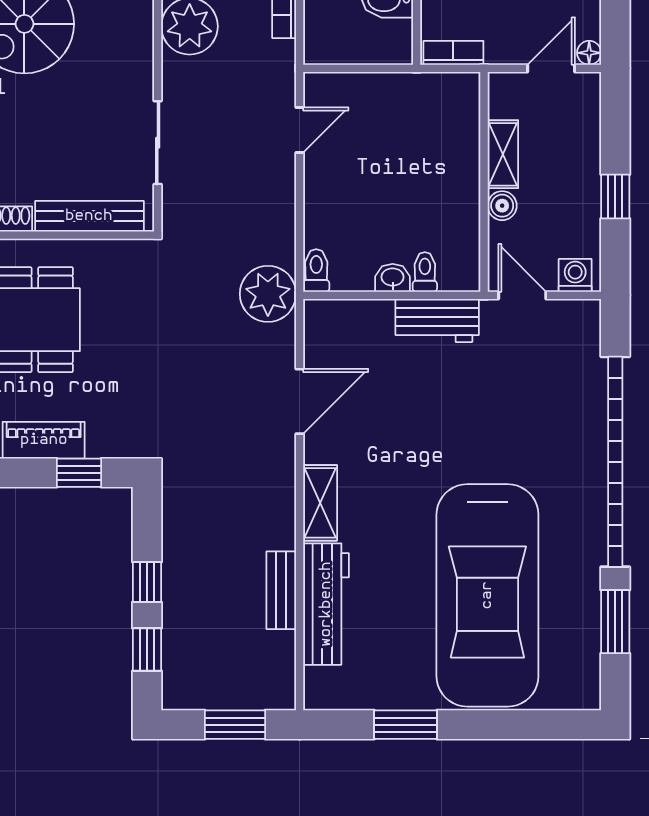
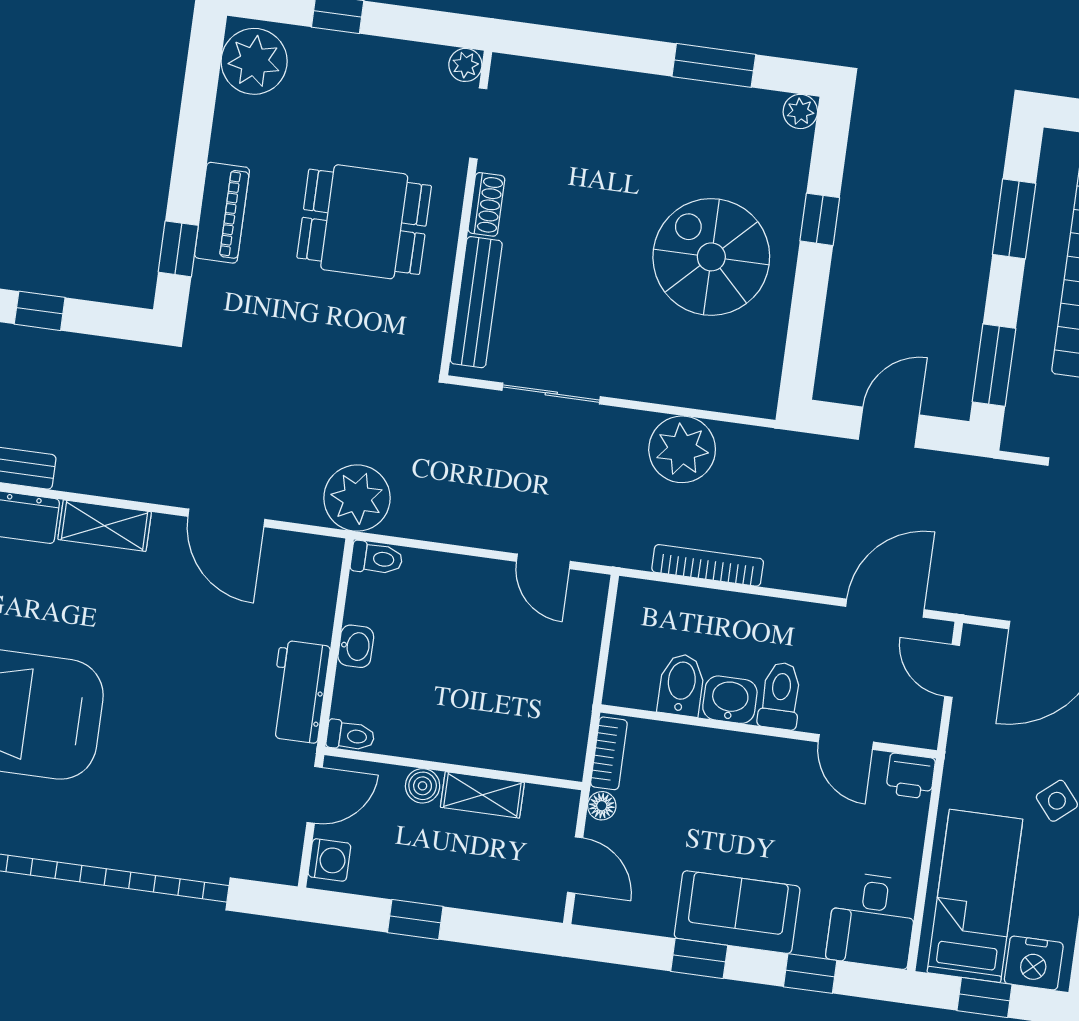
floor lamp: (589, 53) -> (602, 806), moved
toilet: (425, 272) -> (351, 736), moved

